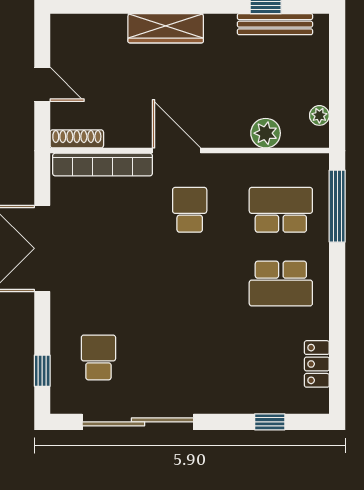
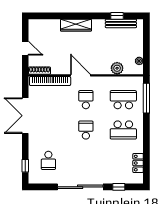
school desk: (190, 284) -> (86, 130), added
school desk: (98, 357) -> (48, 160), turned 180
sliding door: (138, 422) -> (80, 187), moved

